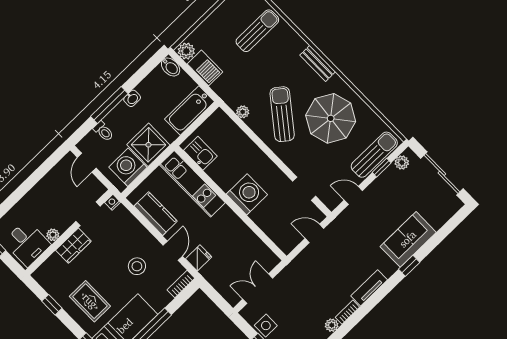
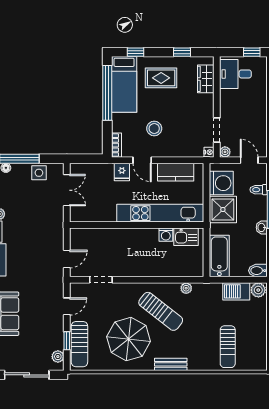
kitchen unit: (192, 184) -> (160, 213), width x1.36
washing machine: (247, 194) -> (166, 235), moved, width x0.53, depth x0.53
plant: (53, 235) -> (225, 152), moved
wardrobe: (73, 246) -> (206, 79), moved

